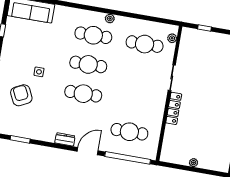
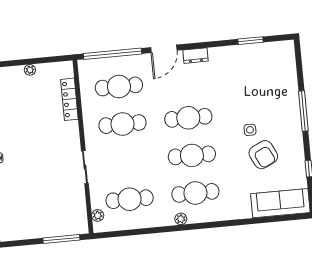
window: (204, 28) -> (61, 239), width x2.17
armchair: (21, 95) -> (263, 155), moved
cafe table: (134, 102) -> (122, 124), added
locker: (174, 108) -> (69, 99), moved

